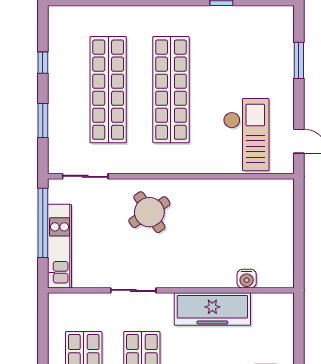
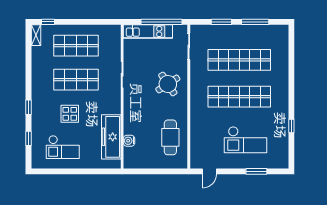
window: (43, 63) -> (255, 22), width x2.17
checkout: (246, 135) -> (245, 140), moved
cafe table: (241, 208) -> (170, 137), added
freezer: (212, 309) -> (111, 137), moved

